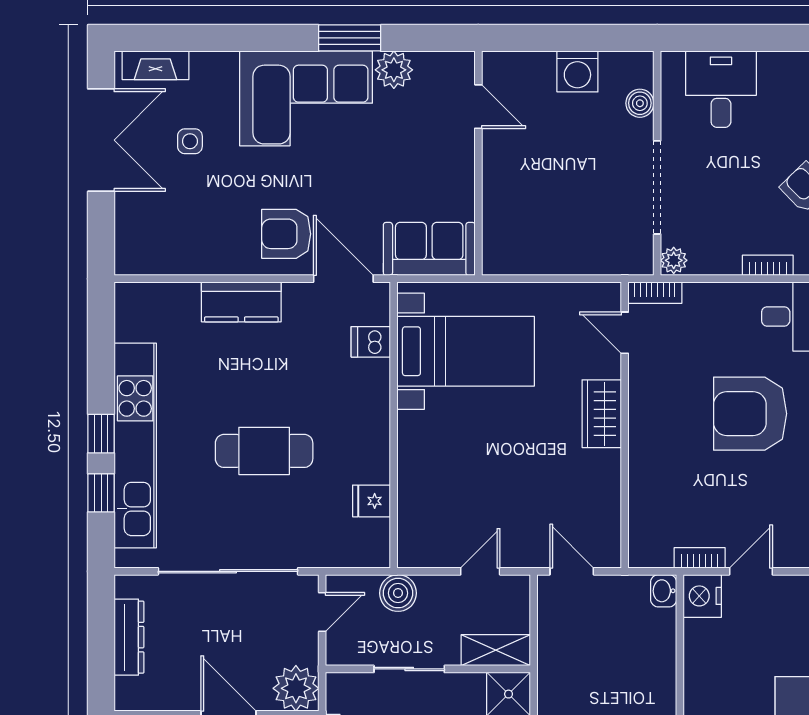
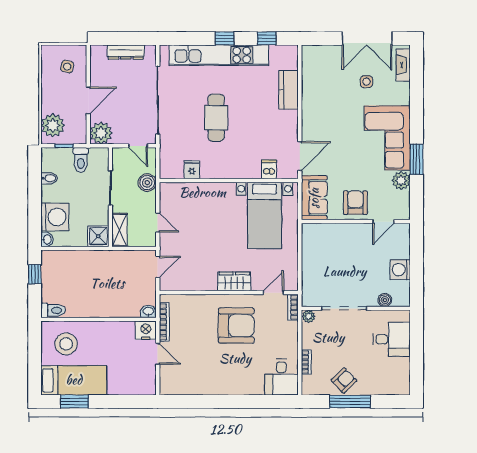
armchair: (286, 234) -> (355, 203), moved
kitchen counter: (241, 302) -> (289, 90), moved
armchair: (750, 414) -> (236, 326), moved, turned 90
window: (101, 493) -> (267, 38), moved
bookcase: (700, 558) -> (164, 322), width x1.56

